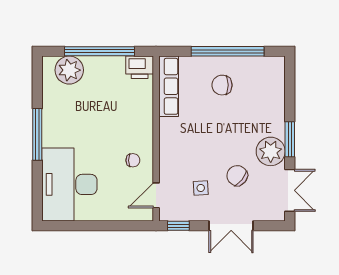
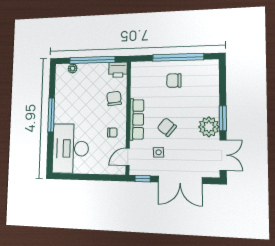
plant: (69, 70) -> (73, 68), width x0.53, depth x0.53
row of seats: (169, 86) -> (137, 119), moved
chair: (134, 110) -> (114, 98), added
chair: (237, 176) -> (167, 127), moved
double door: (231, 226) -> (180, 180), width x1.37

